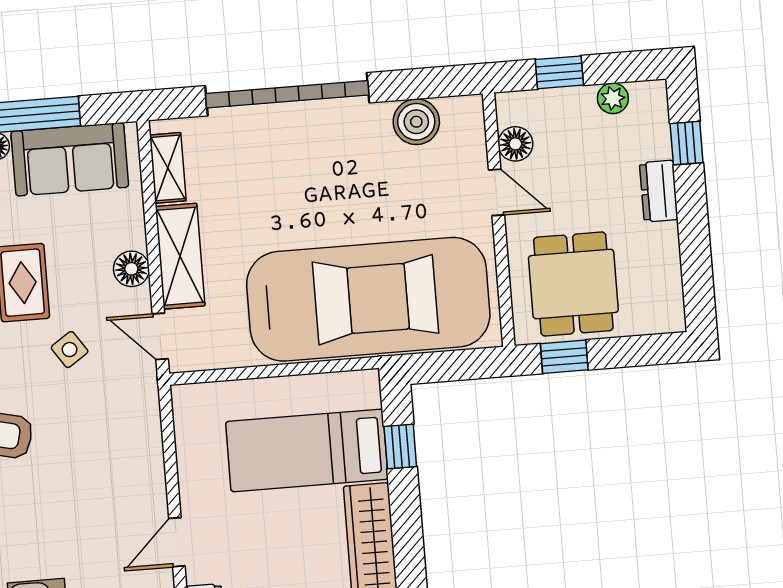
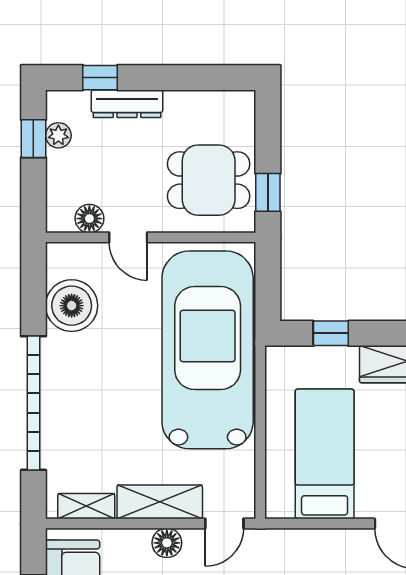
window: (559, 72) -> (33, 139), moved
boiler: (416, 122) -> (72, 306), width x1.37, depth x1.37
dresser: (659, 191) -> (127, 104), width x1.44
door: (496, 192) -> (128, 237), swing flipped
bed: (307, 450) -> (325, 454), moved, turned 180

